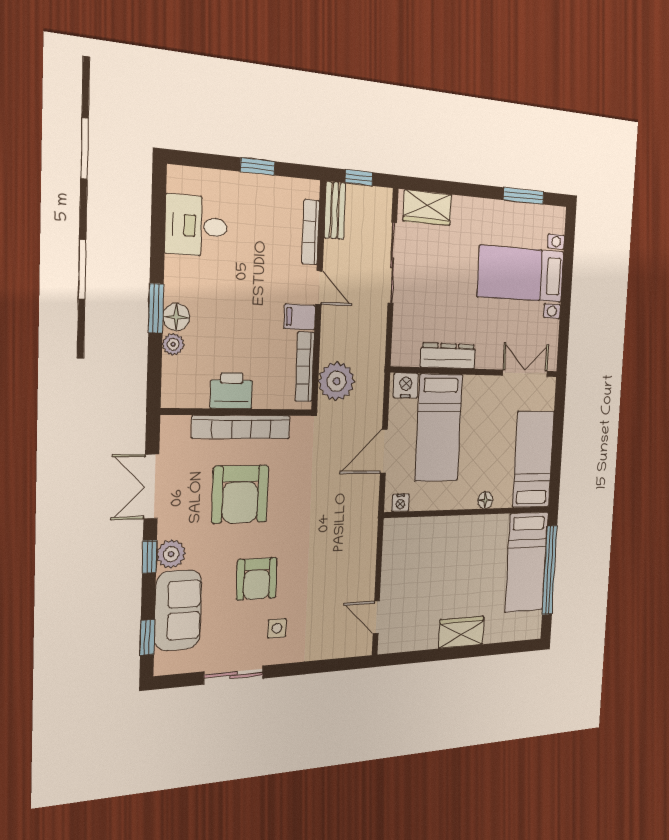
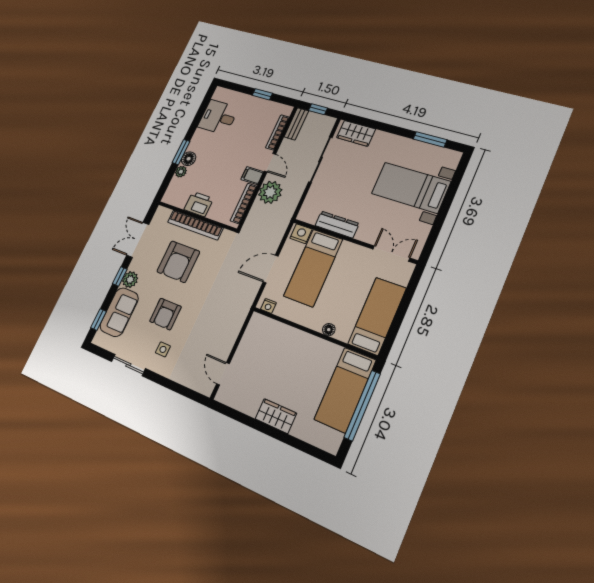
plant: (337, 381) -> (270, 192), moved

